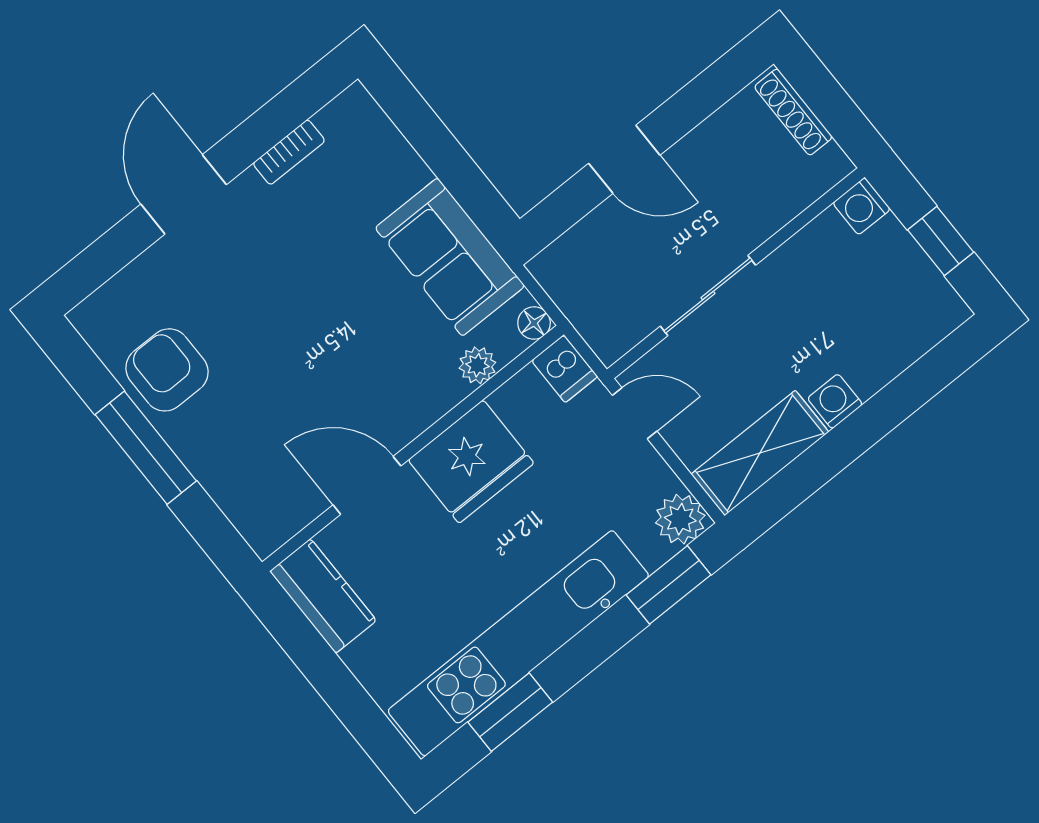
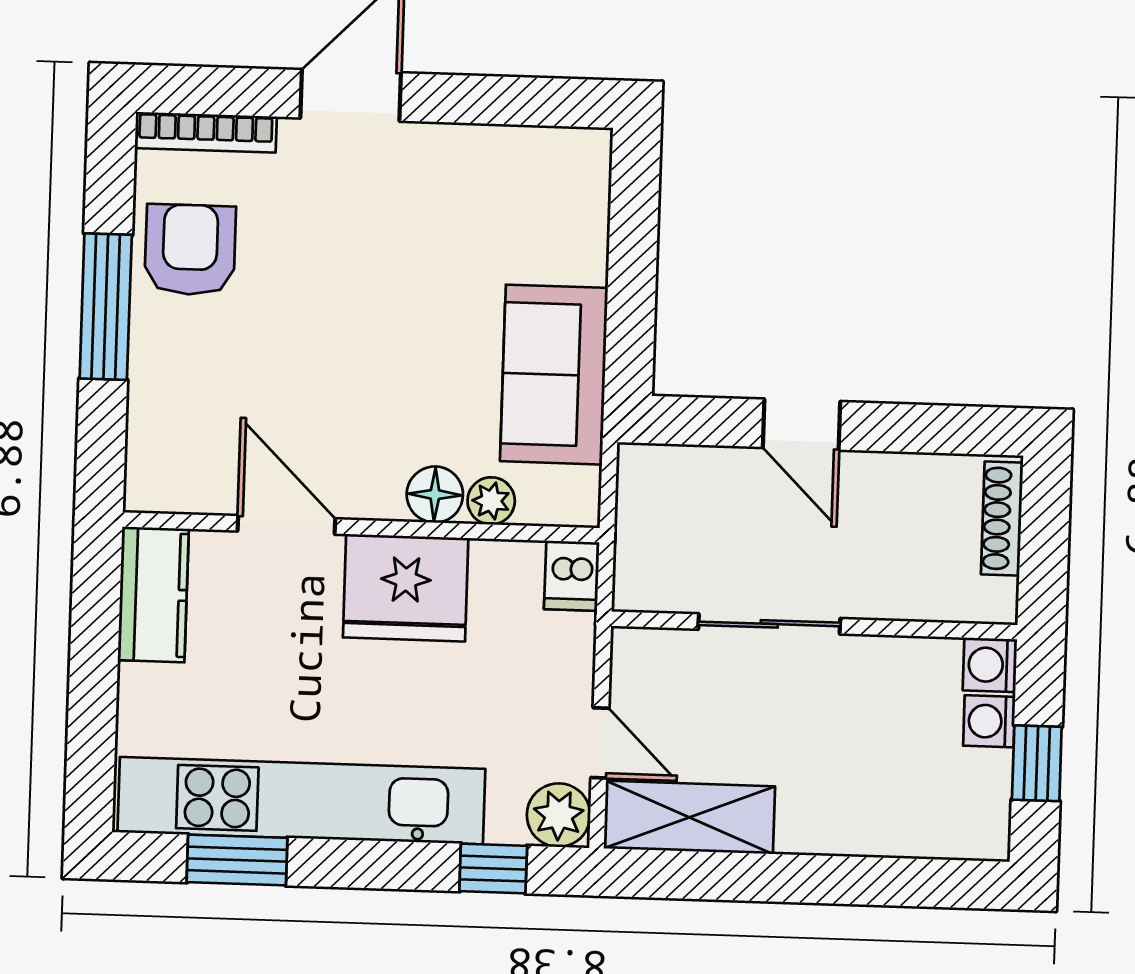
bookcase: (289, 152) -> (206, 132), moved, width x1.56
floor lamp: (534, 323) -> (435, 495), moved, width x1.37, depth x1.37
washing machine: (835, 401) -> (989, 721), moved, turned -90
door: (635, 413) -> (600, 743), moved
window: (669, 585) -> (493, 869), width x0.67

